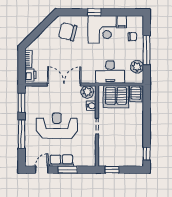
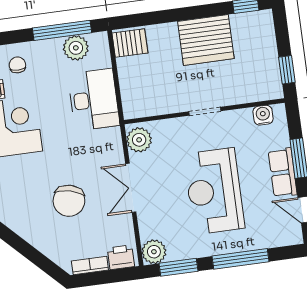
chair: (68, 32) -> (69, 201), moved
window: (147, 50) -> (62, 30), moved
double door: (64, 84) -> (131, 188), width x0.73
plant: (31, 92) -> (154, 252), added
server rack: (116, 97) -> (206, 40), moved, turned 90
water cooler: (91, 106) -> (263, 115), moved

